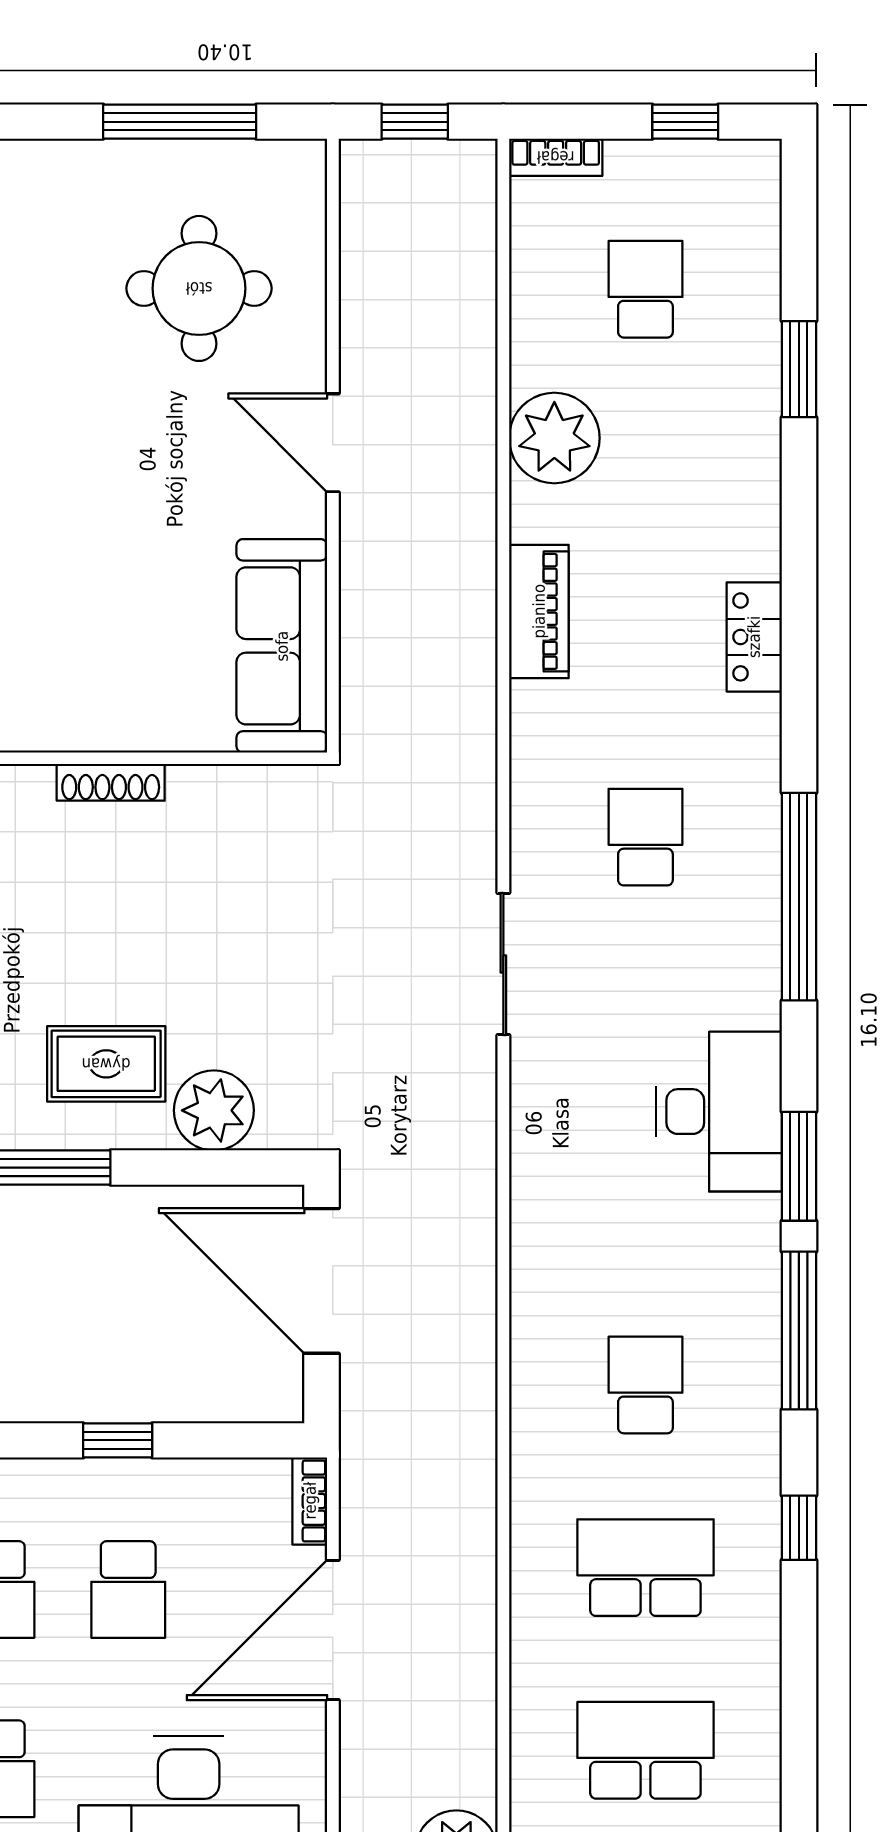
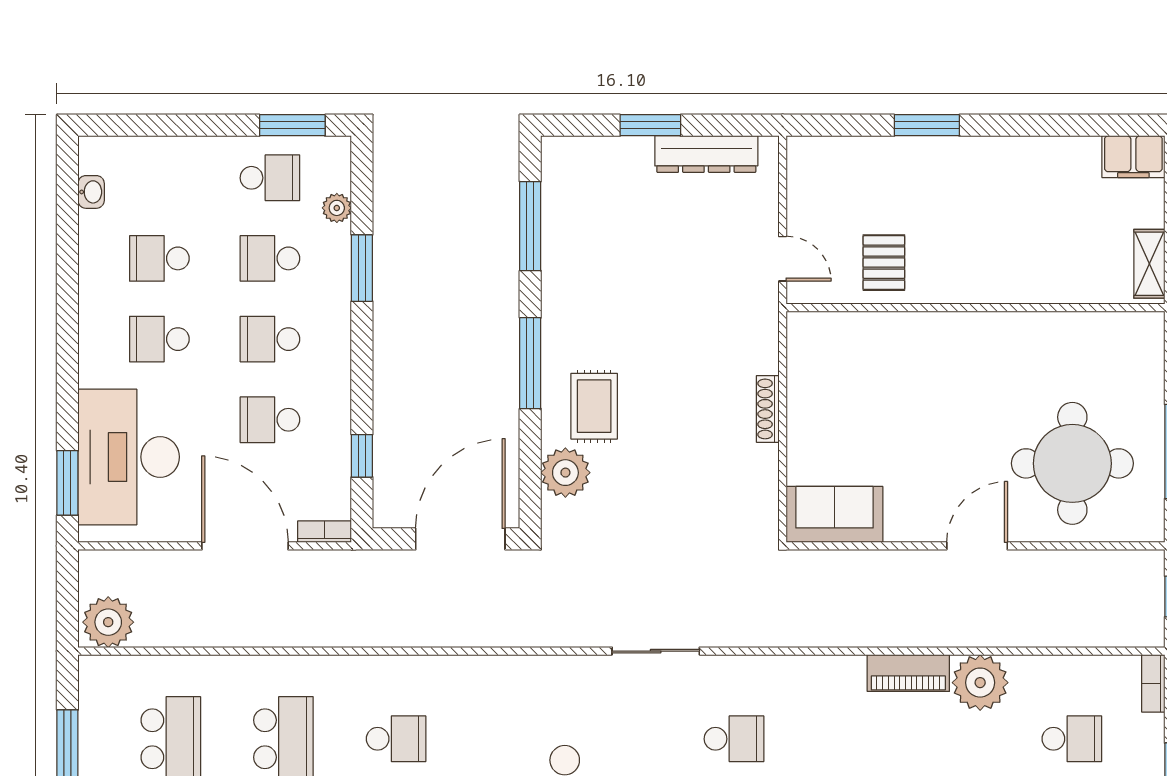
round table: (199, 288) -> (1072, 463), width x1.36, depth x1.36
piano: (539, 611) -> (908, 673), moved
sofa: (282, 646) -> (834, 514), width x0.73
window: (118, 1440) -> (362, 456), moved

